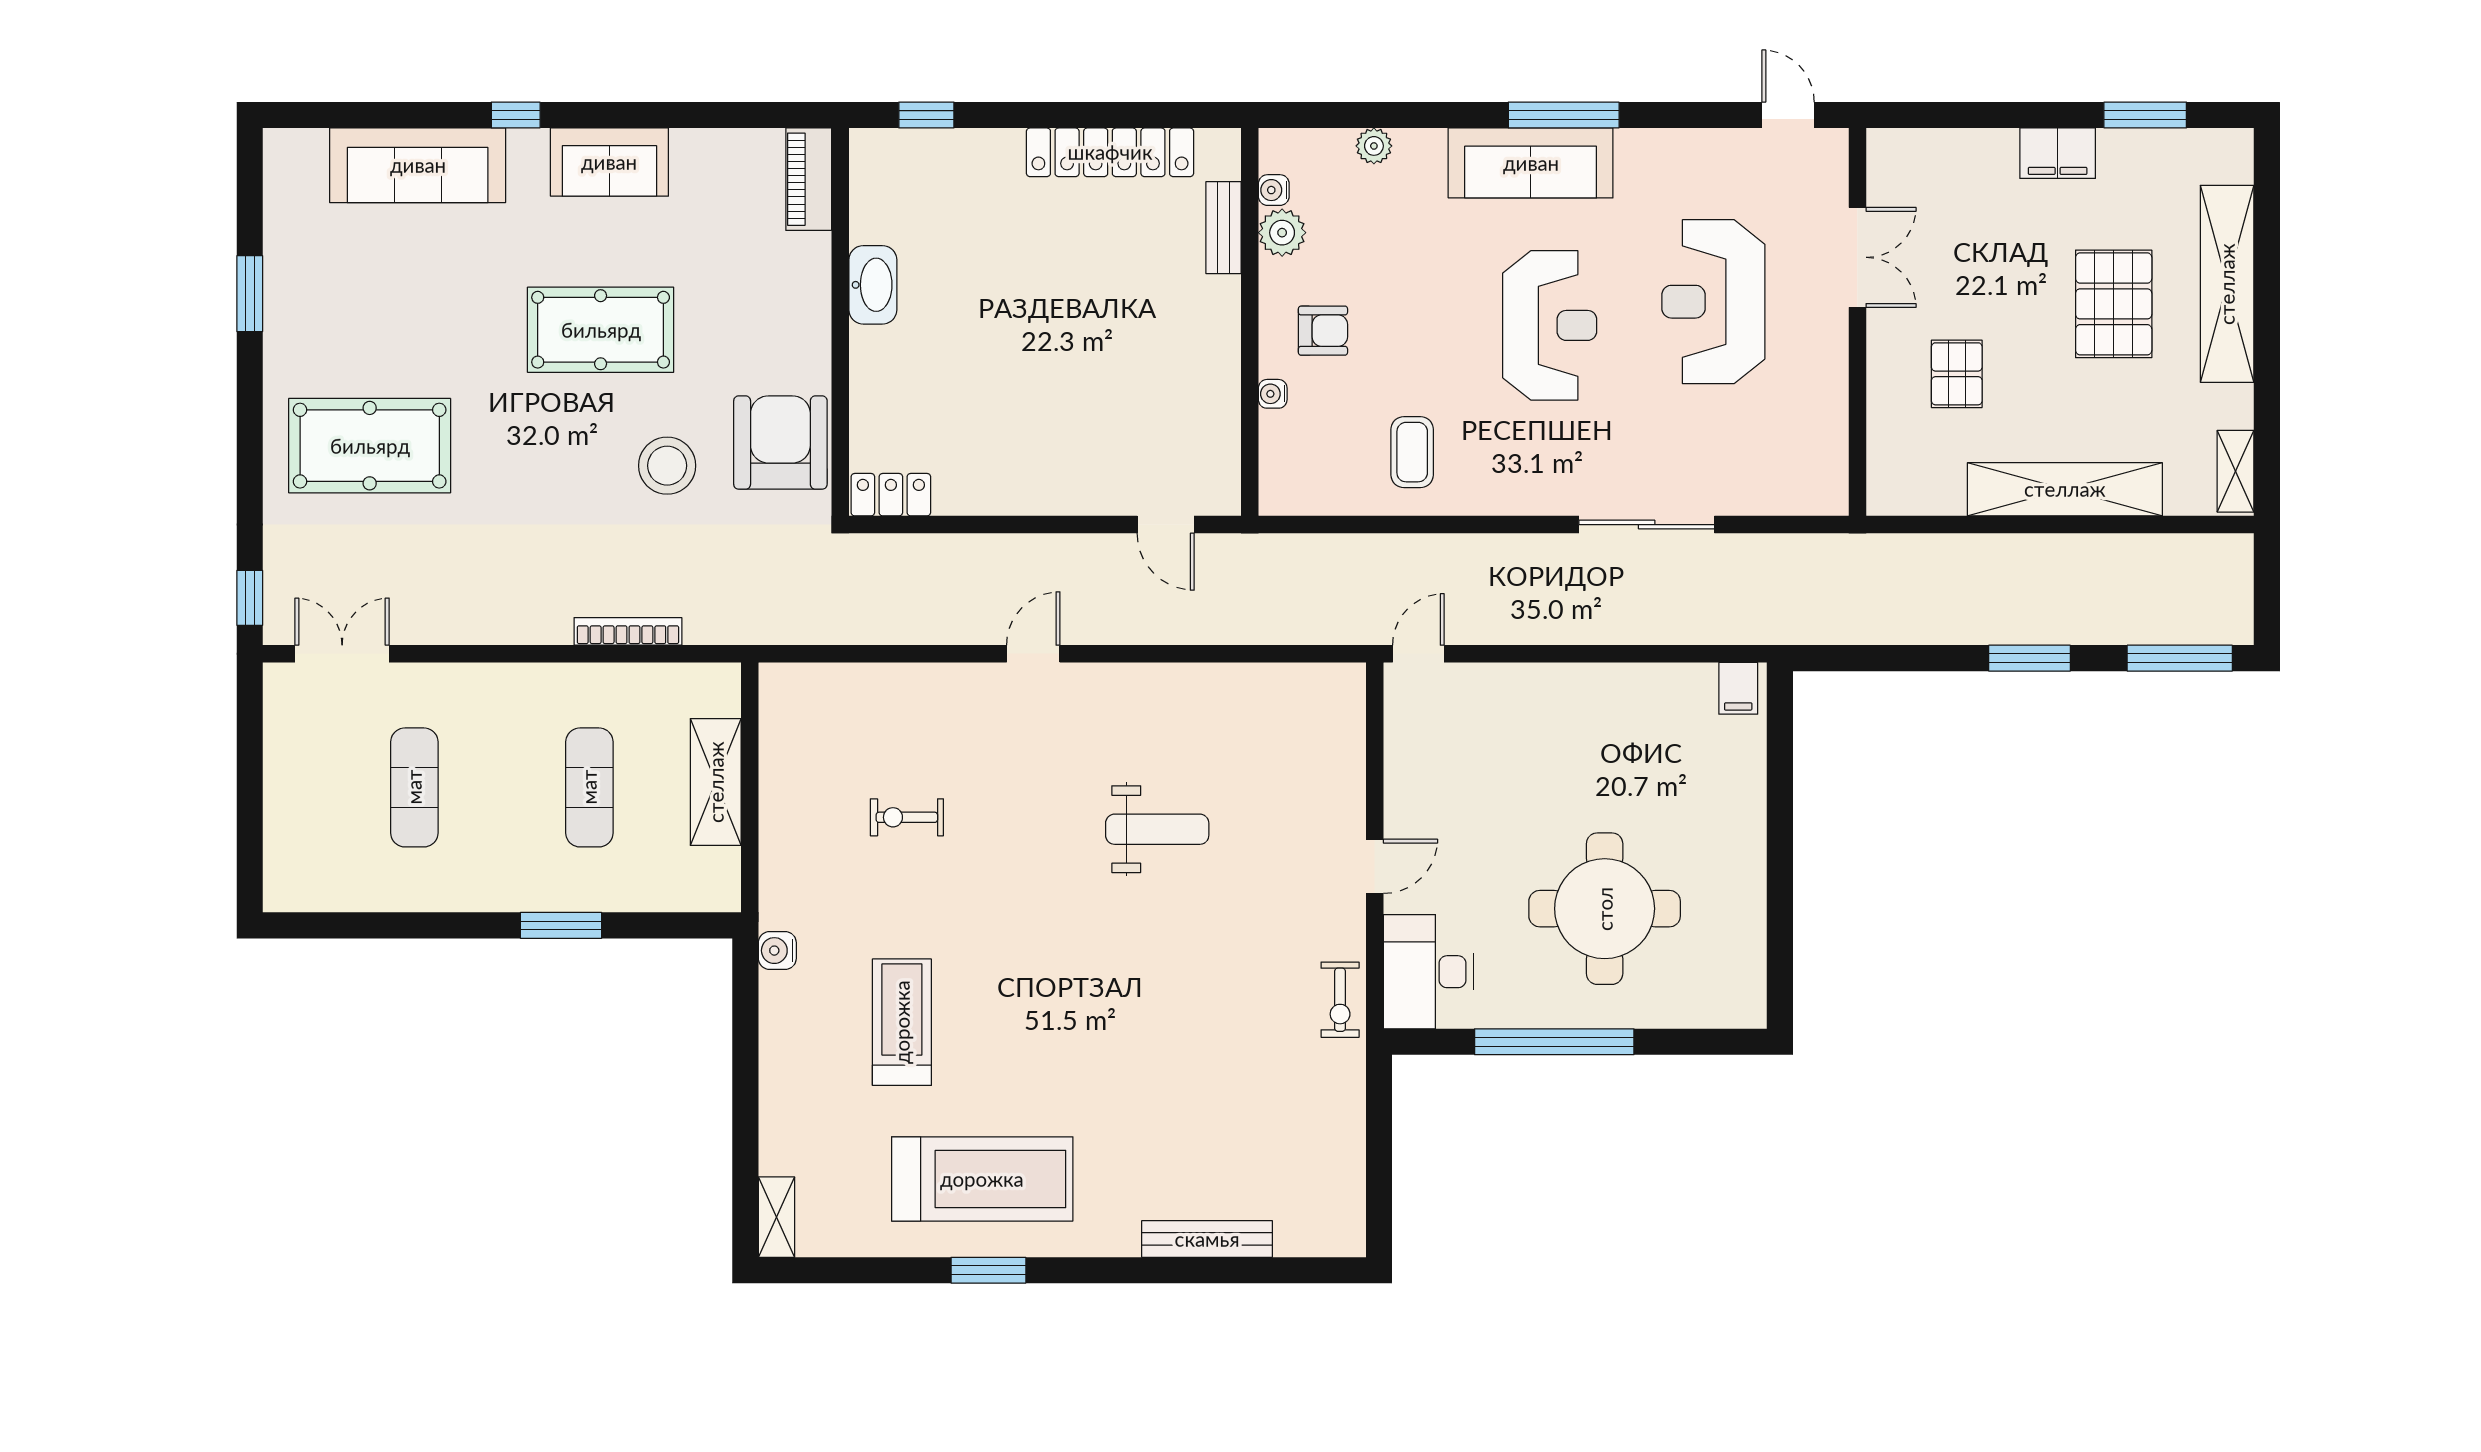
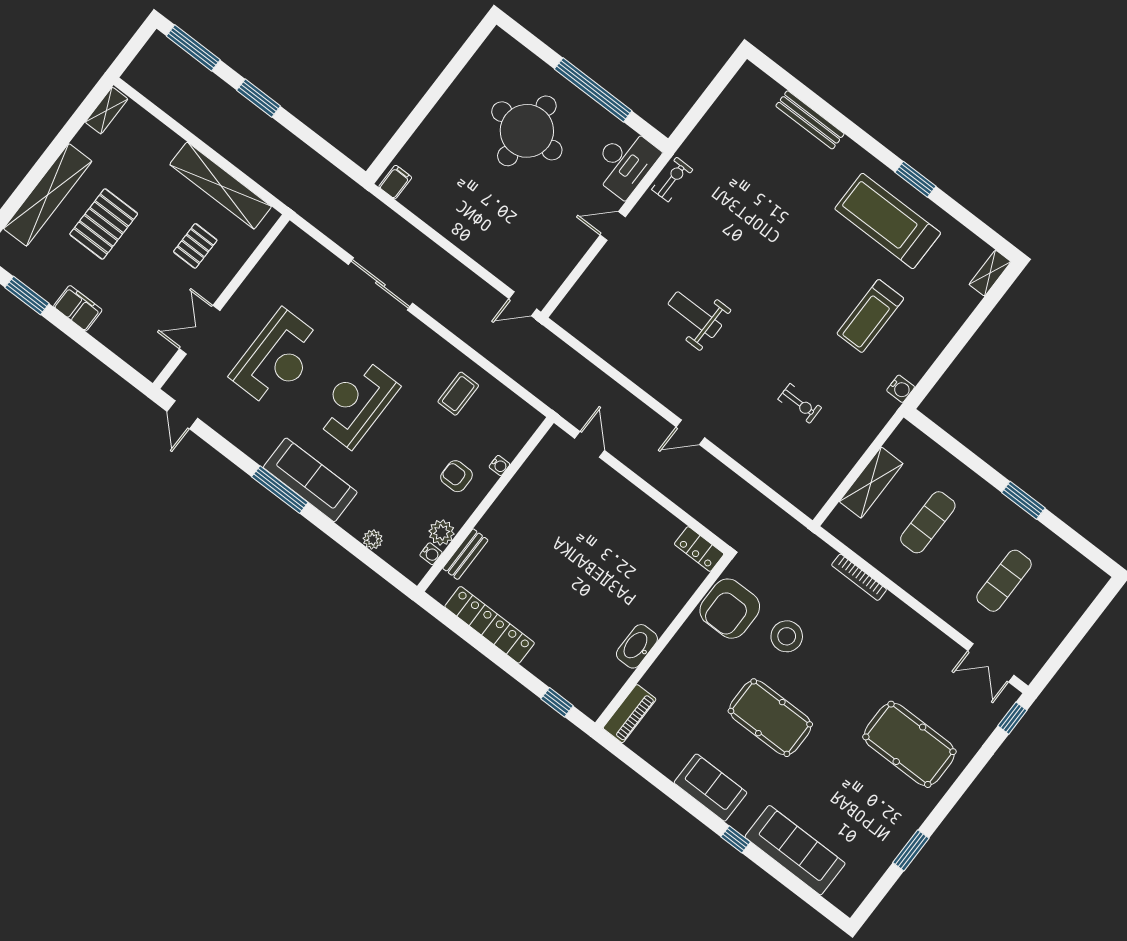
shelving: (2065, 489) -> (221, 186), moved
window: (561, 925) -> (1023, 500), moved

